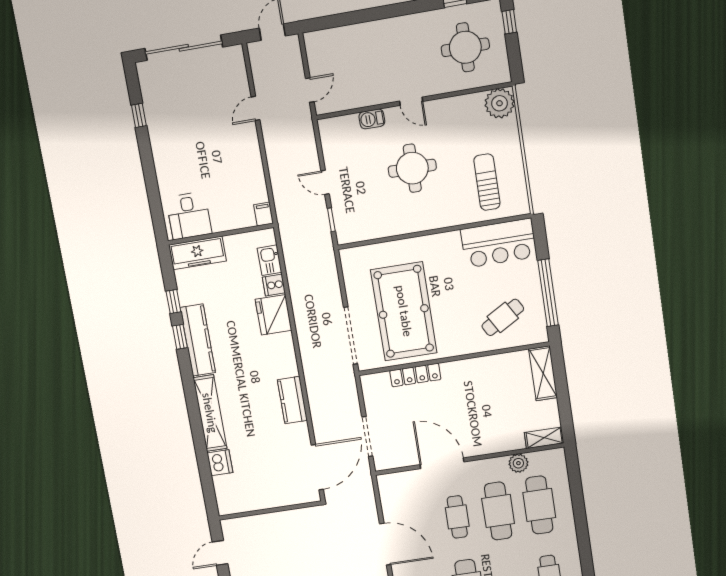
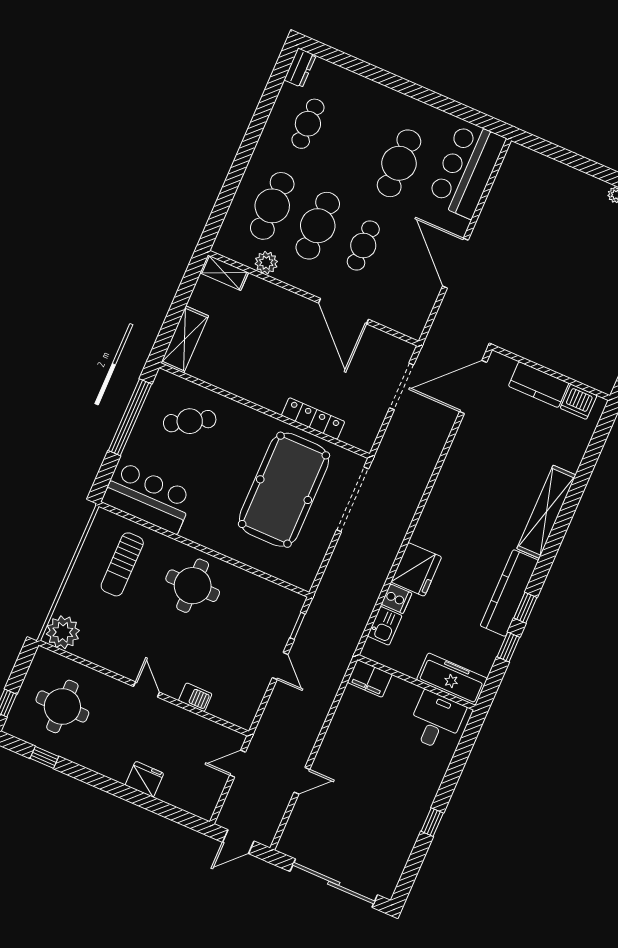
fridge: (370, 33) -> (144, 779), added
window: (139, 115) -> (432, 822), moved
round table: (412, 168) -> (193, 586), moved
filing cabinet: (264, 214) -> (370, 678), width x2.00
kitchen counter: (292, 400) -> (539, 385), moved, turned 90
dishwasher: (220, 463) -> (579, 402), moved, turned -90

